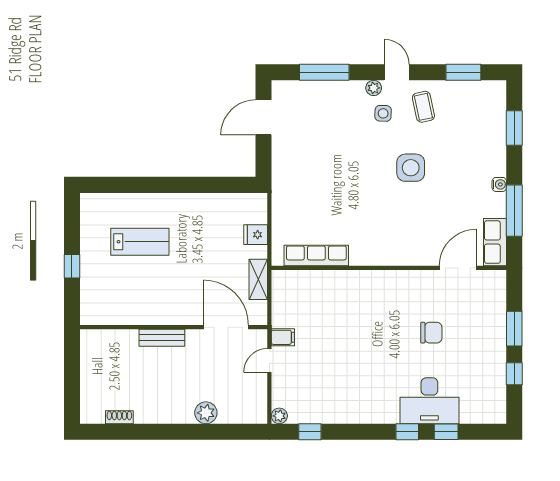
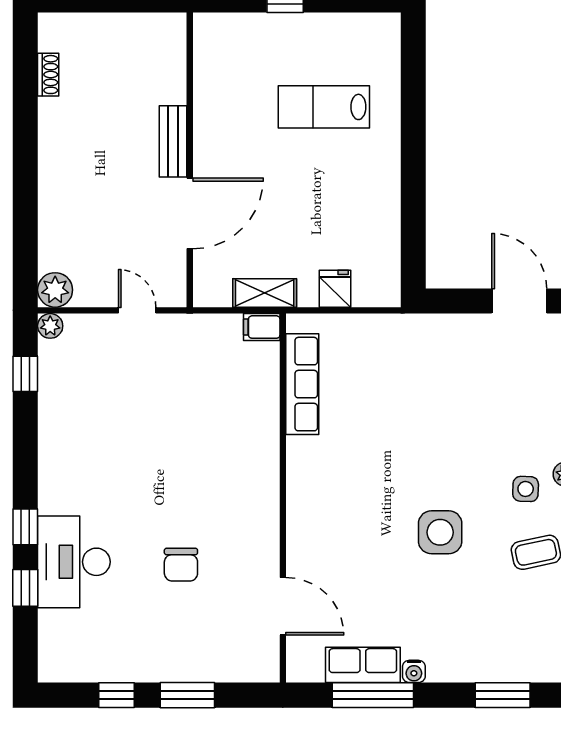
lab bench: (140, 242) -> (324, 107), turned 90
row of seats: (495, 242) -> (363, 665), moved
door: (226, 327) -> (190, 213), moved
filing cabinet: (283, 337) -> (262, 327), moved, turned 90
plant: (206, 413) -> (55, 290), moved

